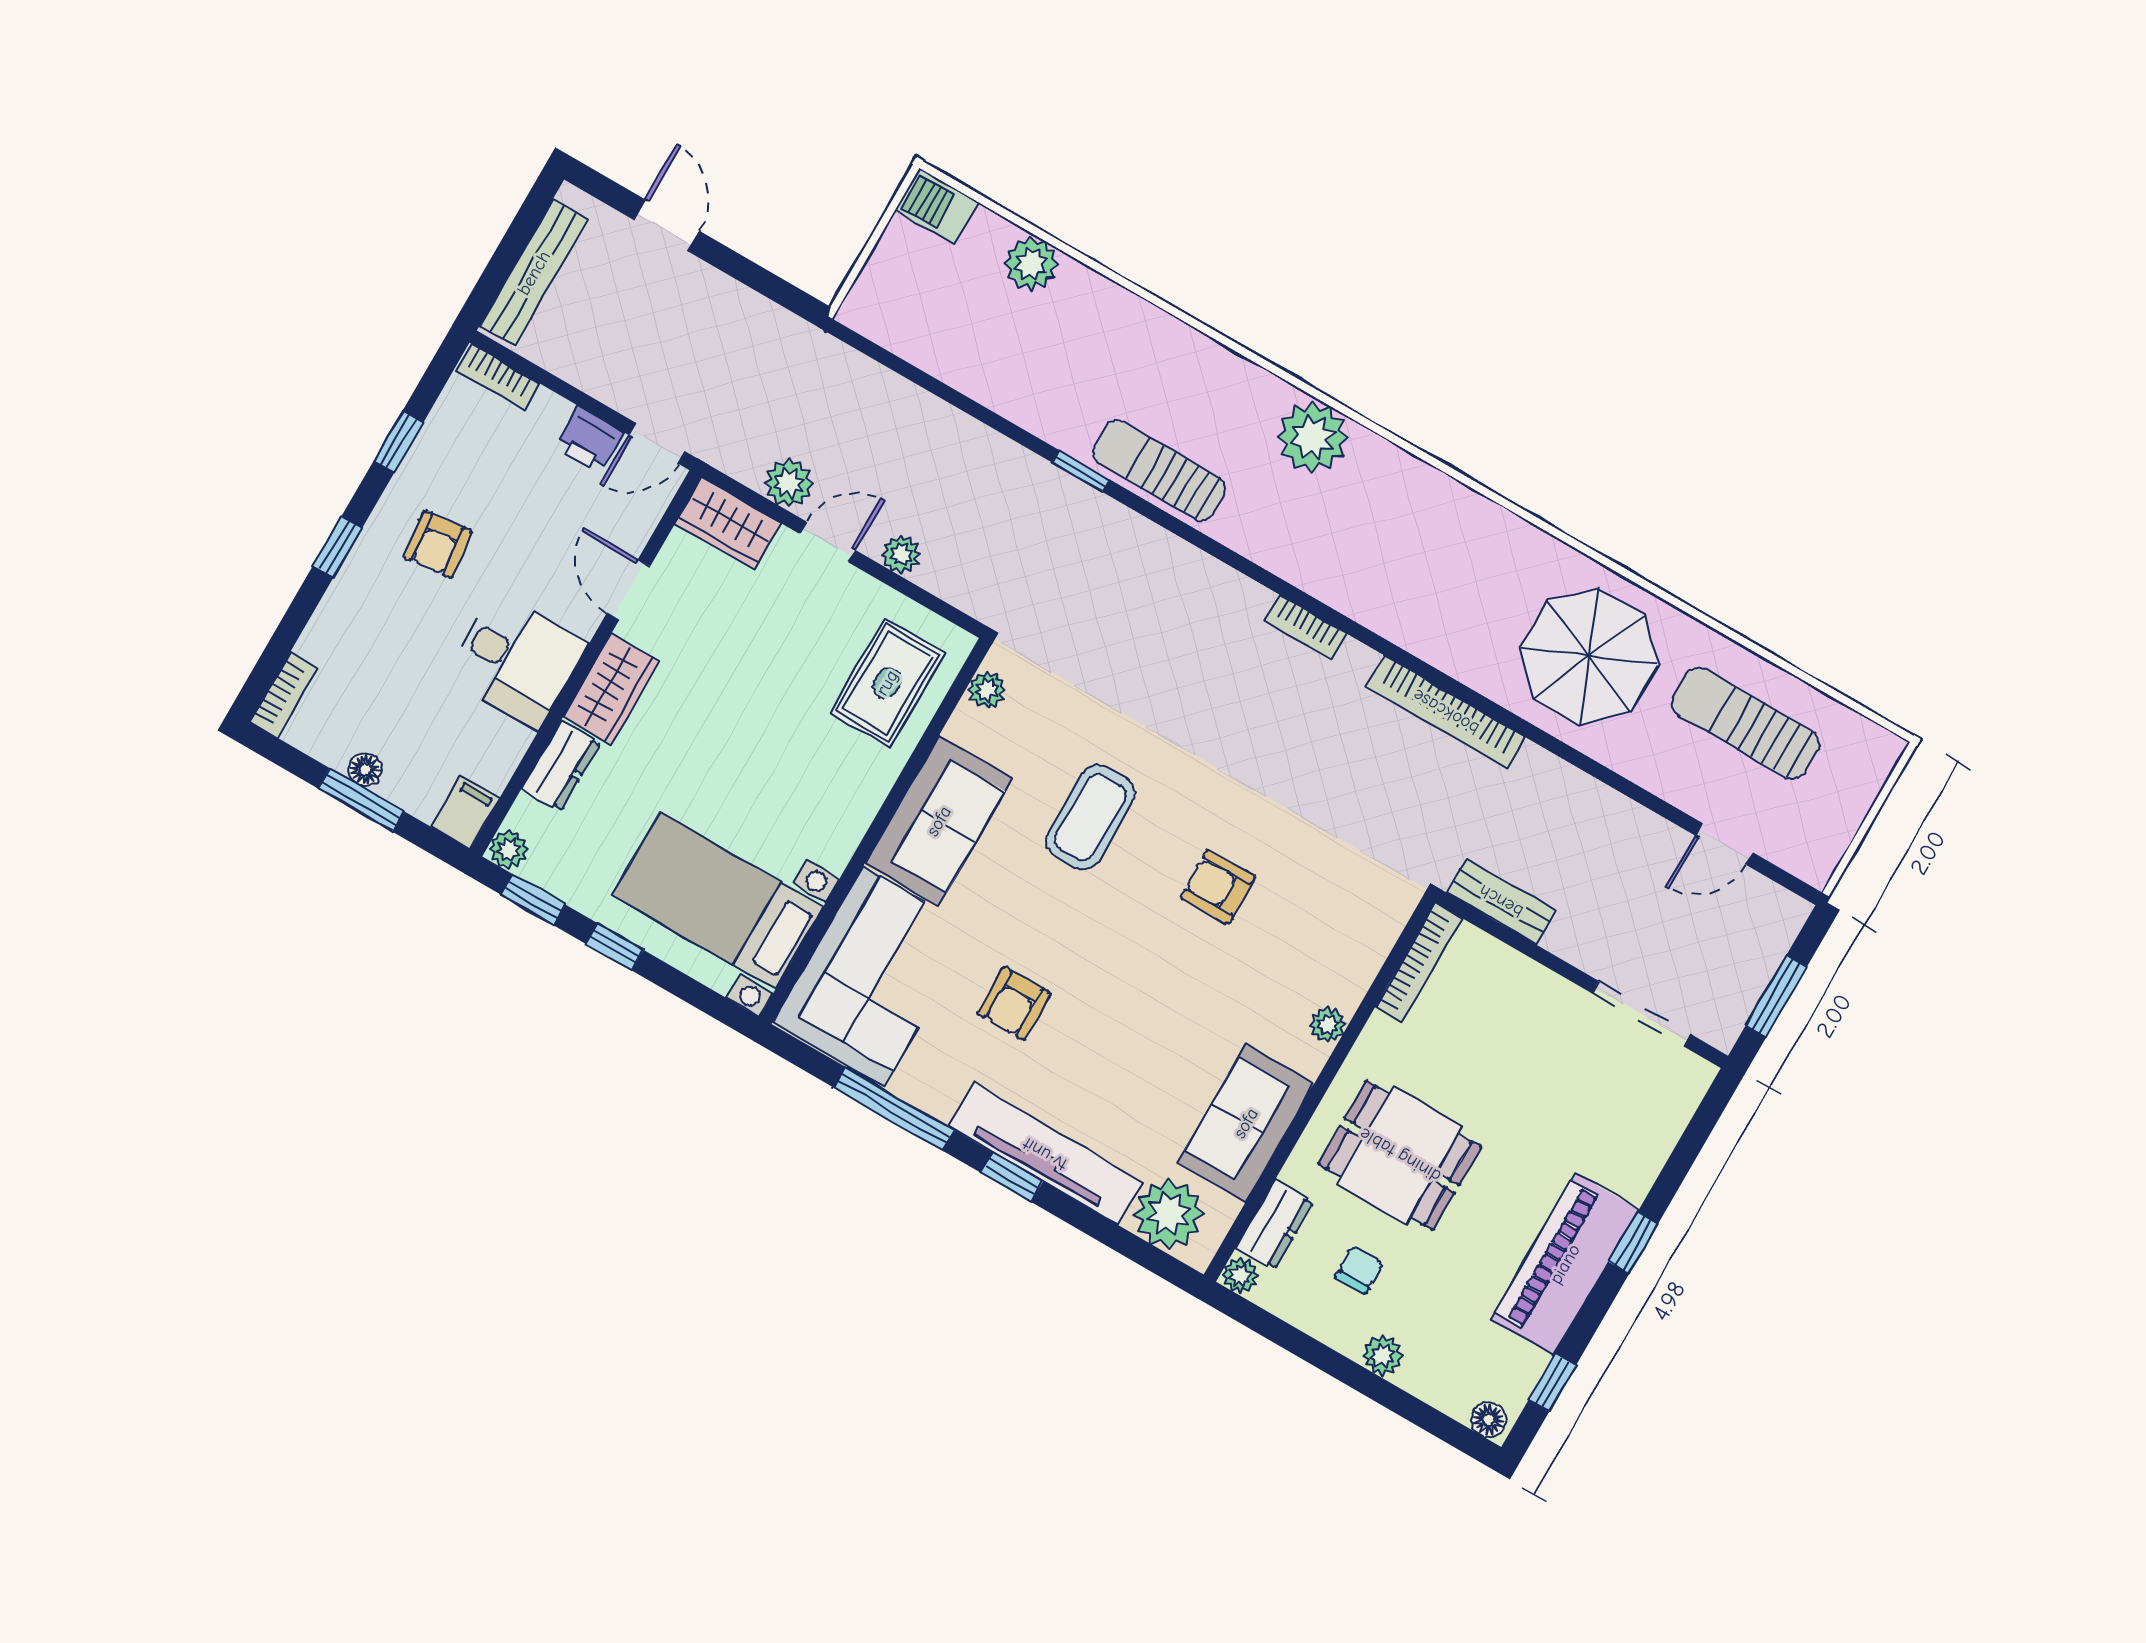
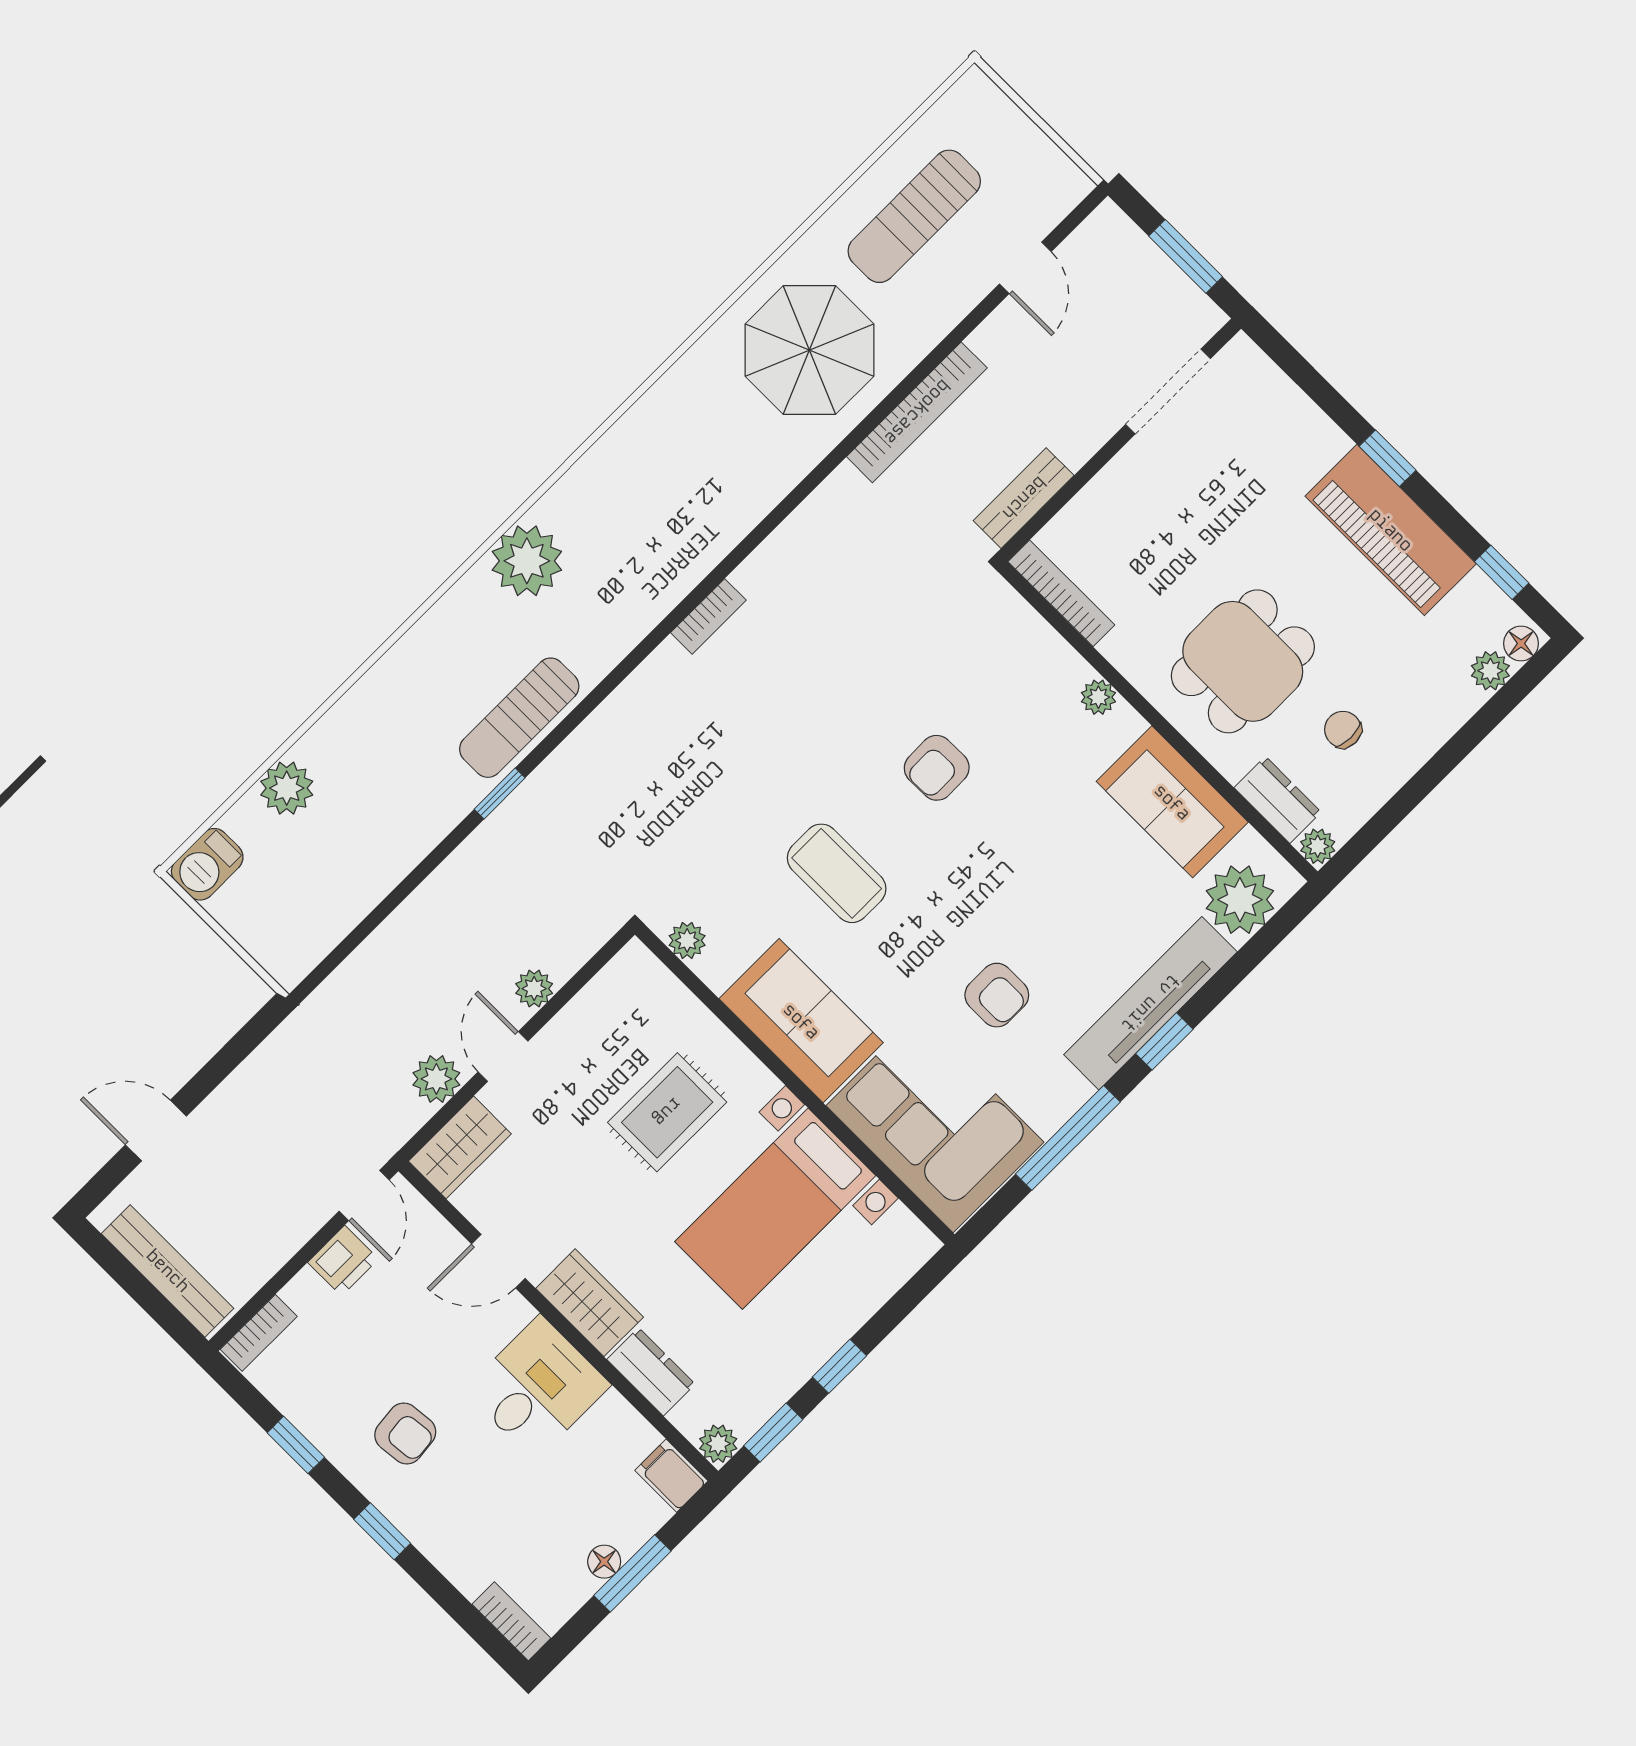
rug: (887, 683) -> (667, 1112), moved, turned 90
bookcase: (1446, 712) -> (917, 412), moved
bed with nightstands: (718, 901) -> (775, 1209), moved
plant: (1382, 1355) -> (1490, 671), moved

